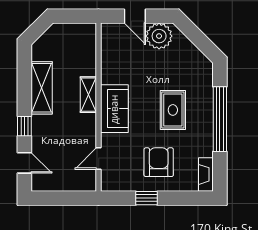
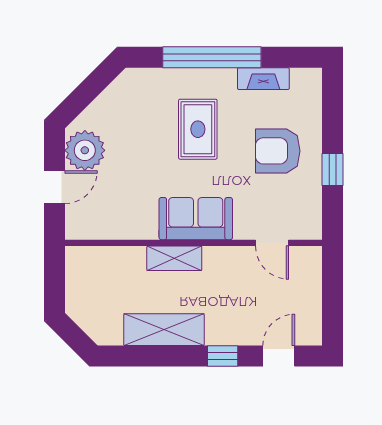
rug: (173, 110) -> (198, 129), turned 90
fireplace: (206, 174) -> (263, 79), moved

